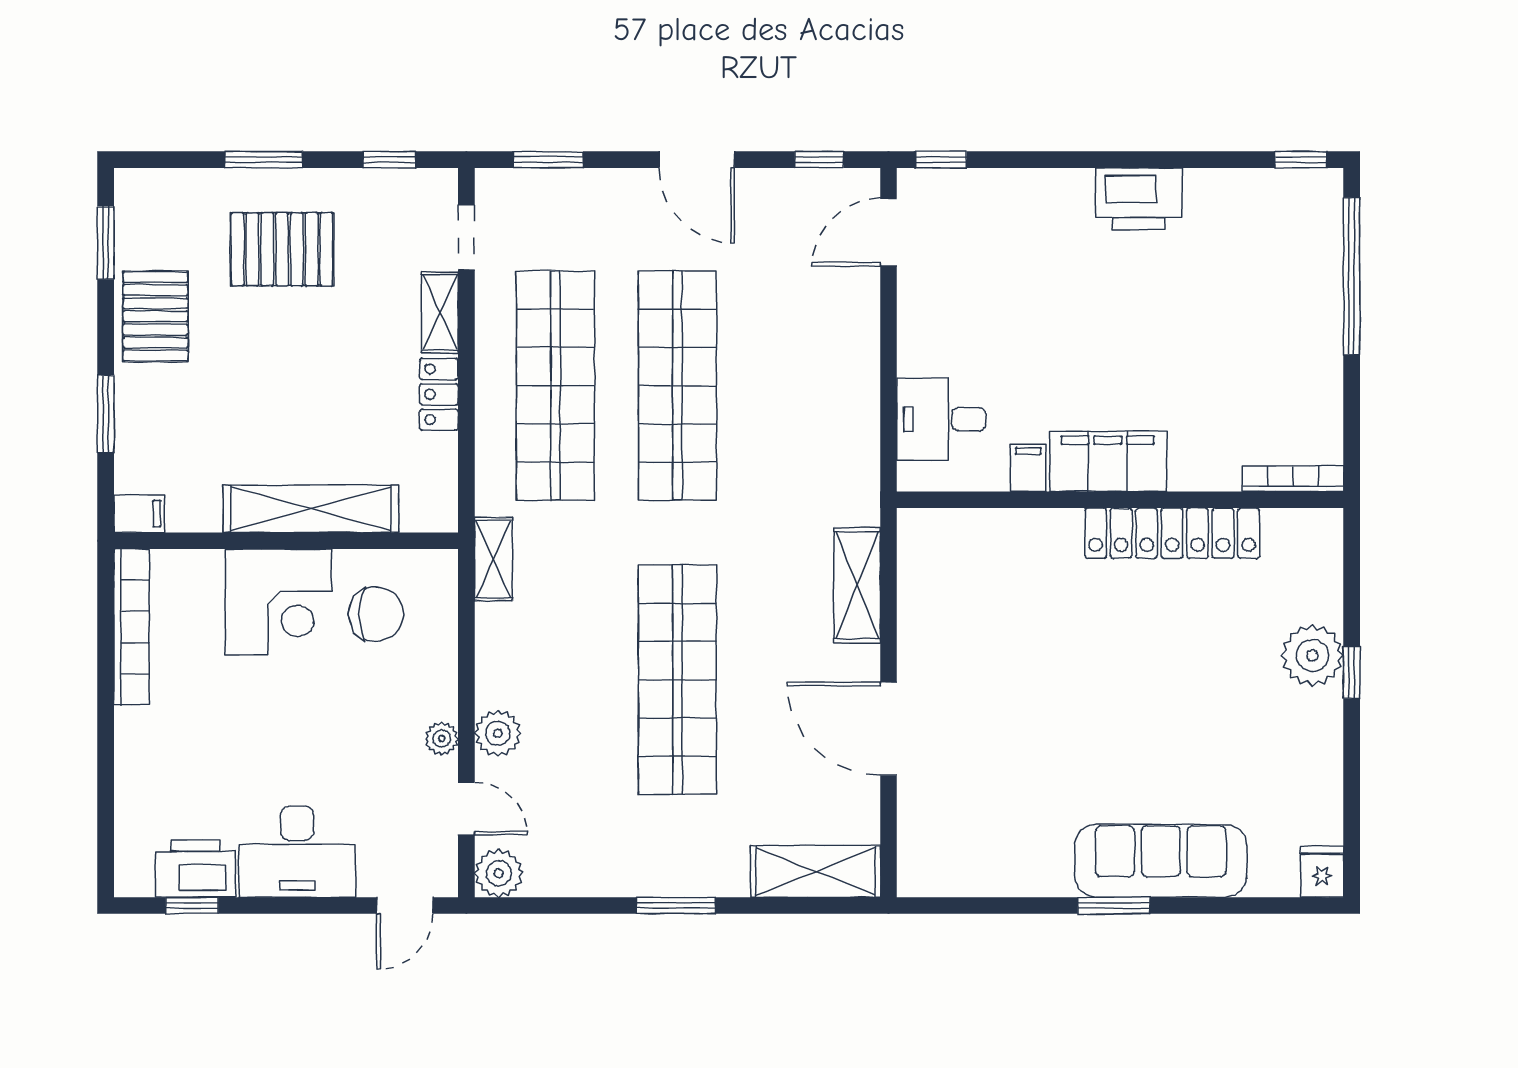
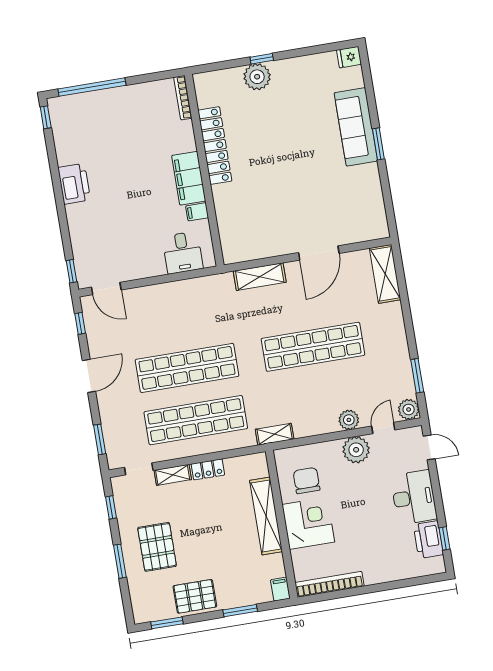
plant: (442, 739) -> (356, 450), width x1.87, depth x1.87
window: (676, 905) -> (417, 376), moved

